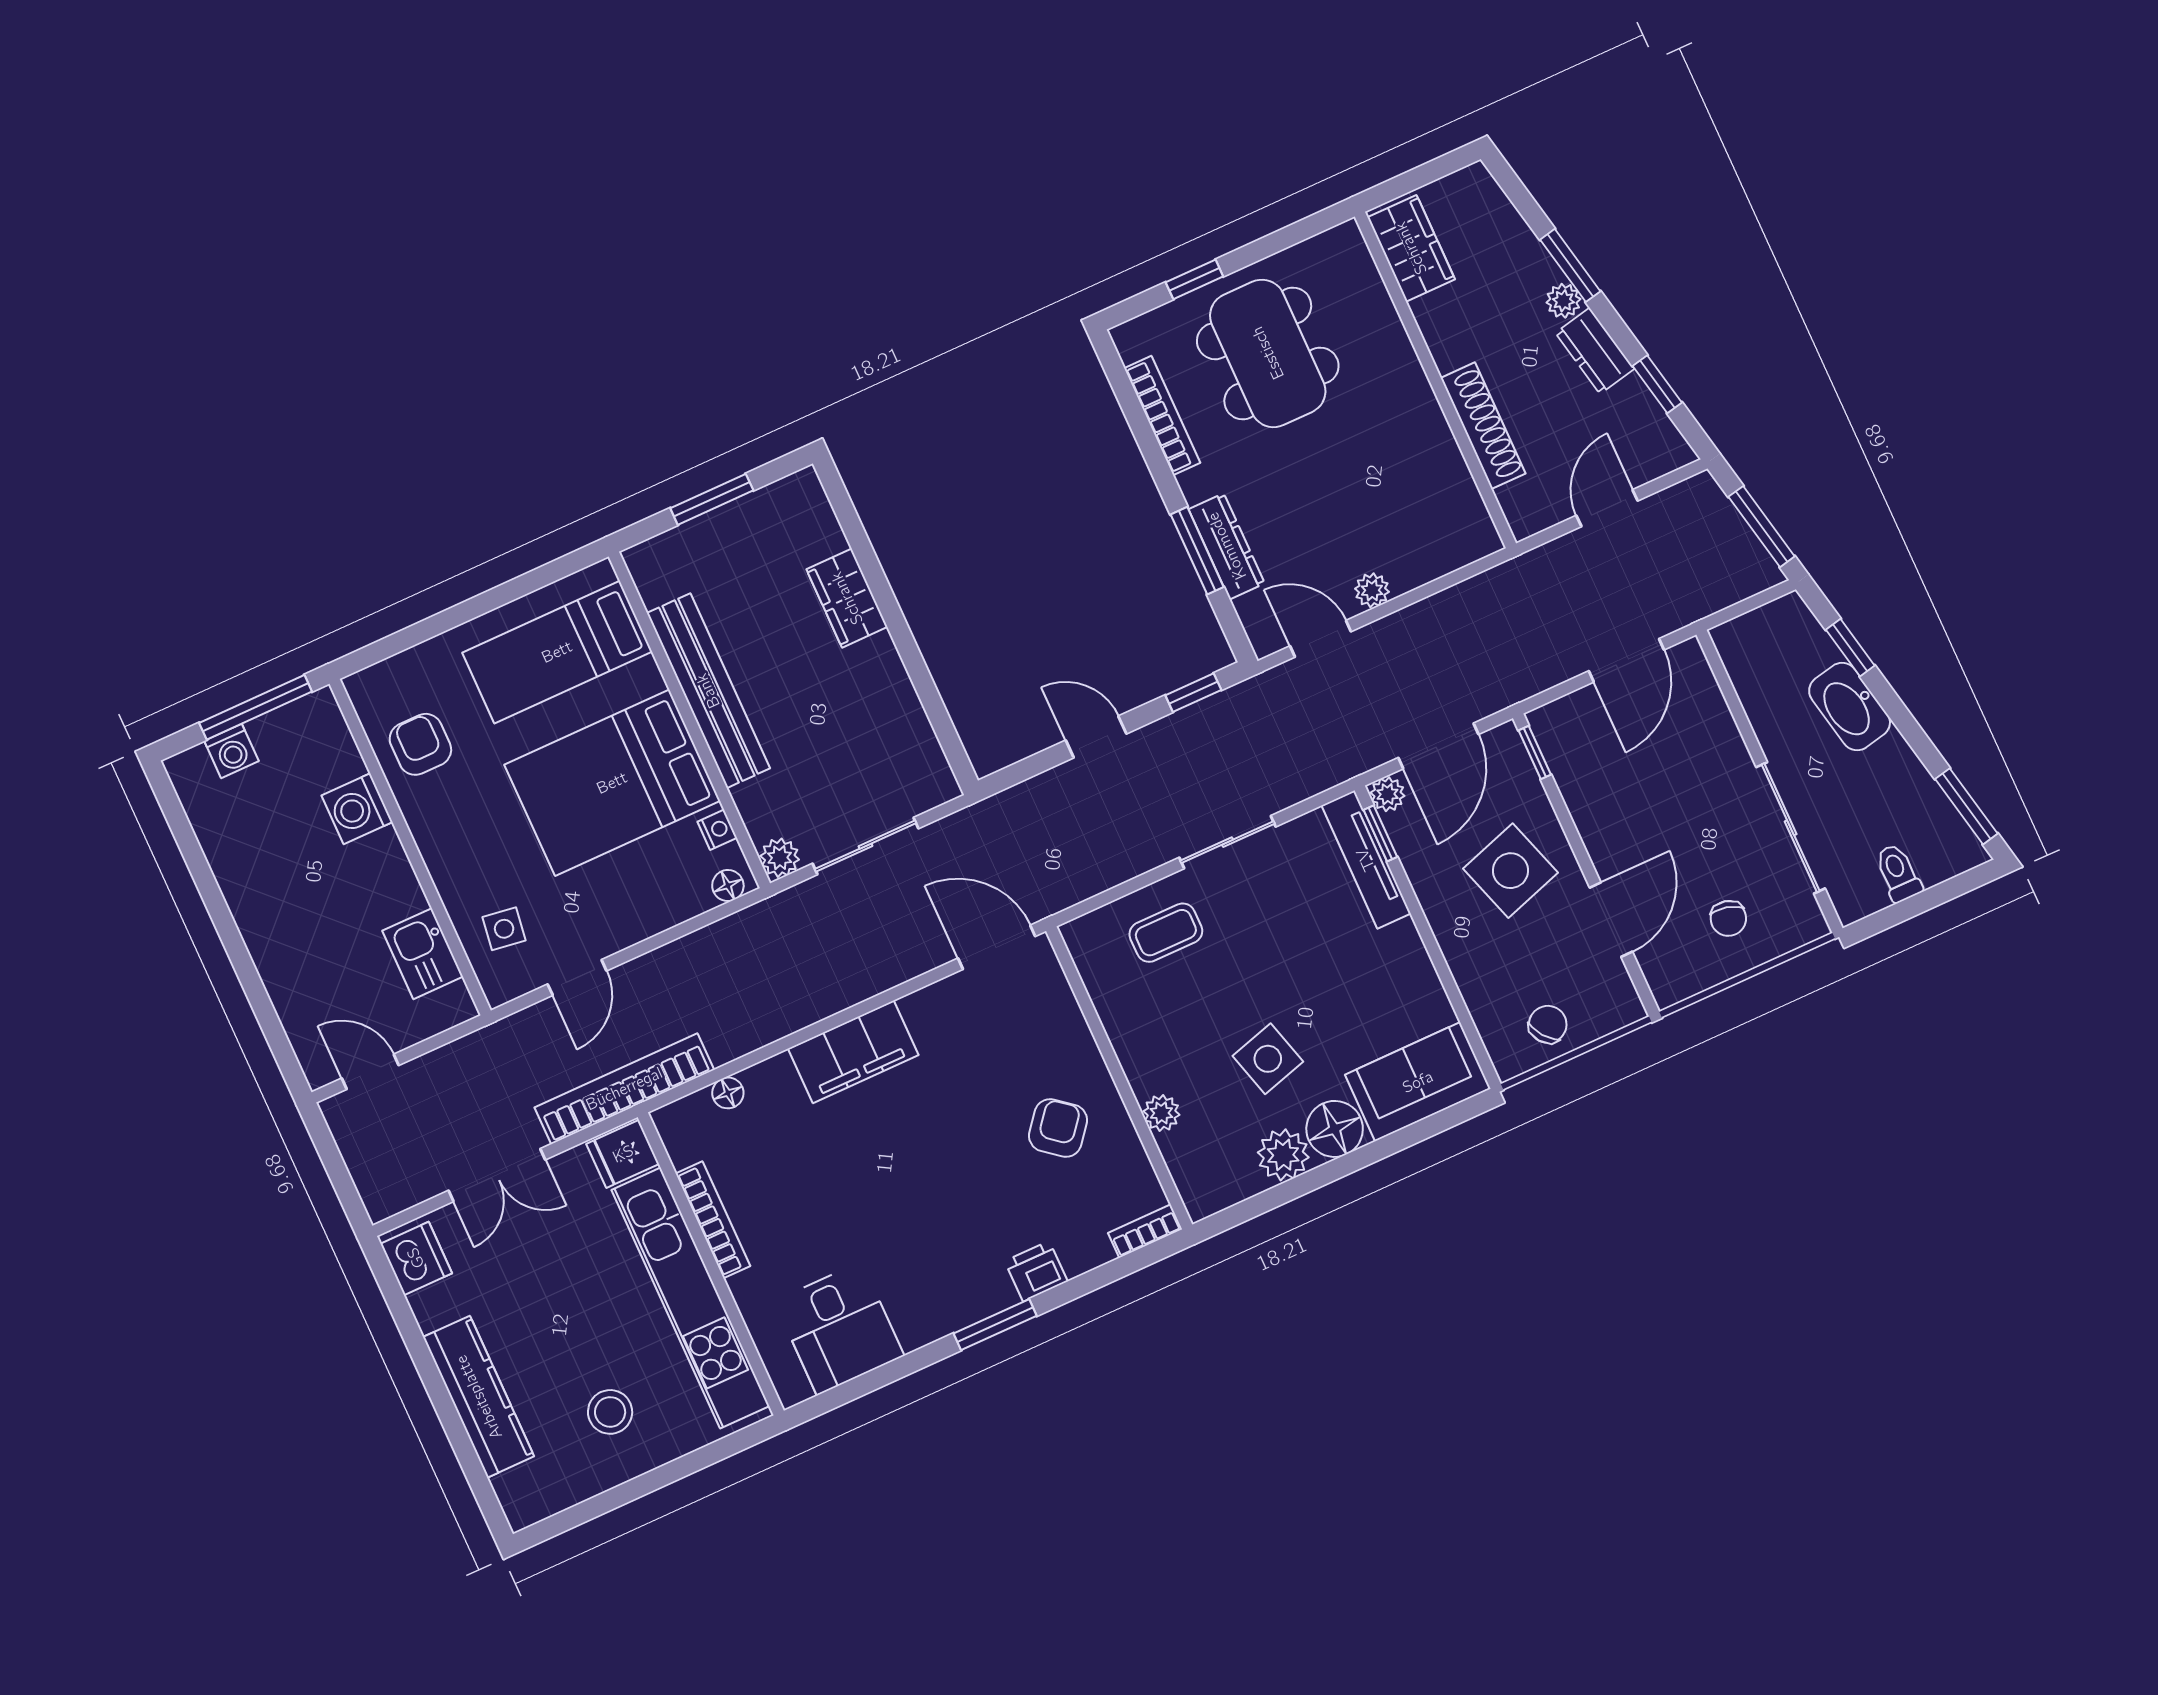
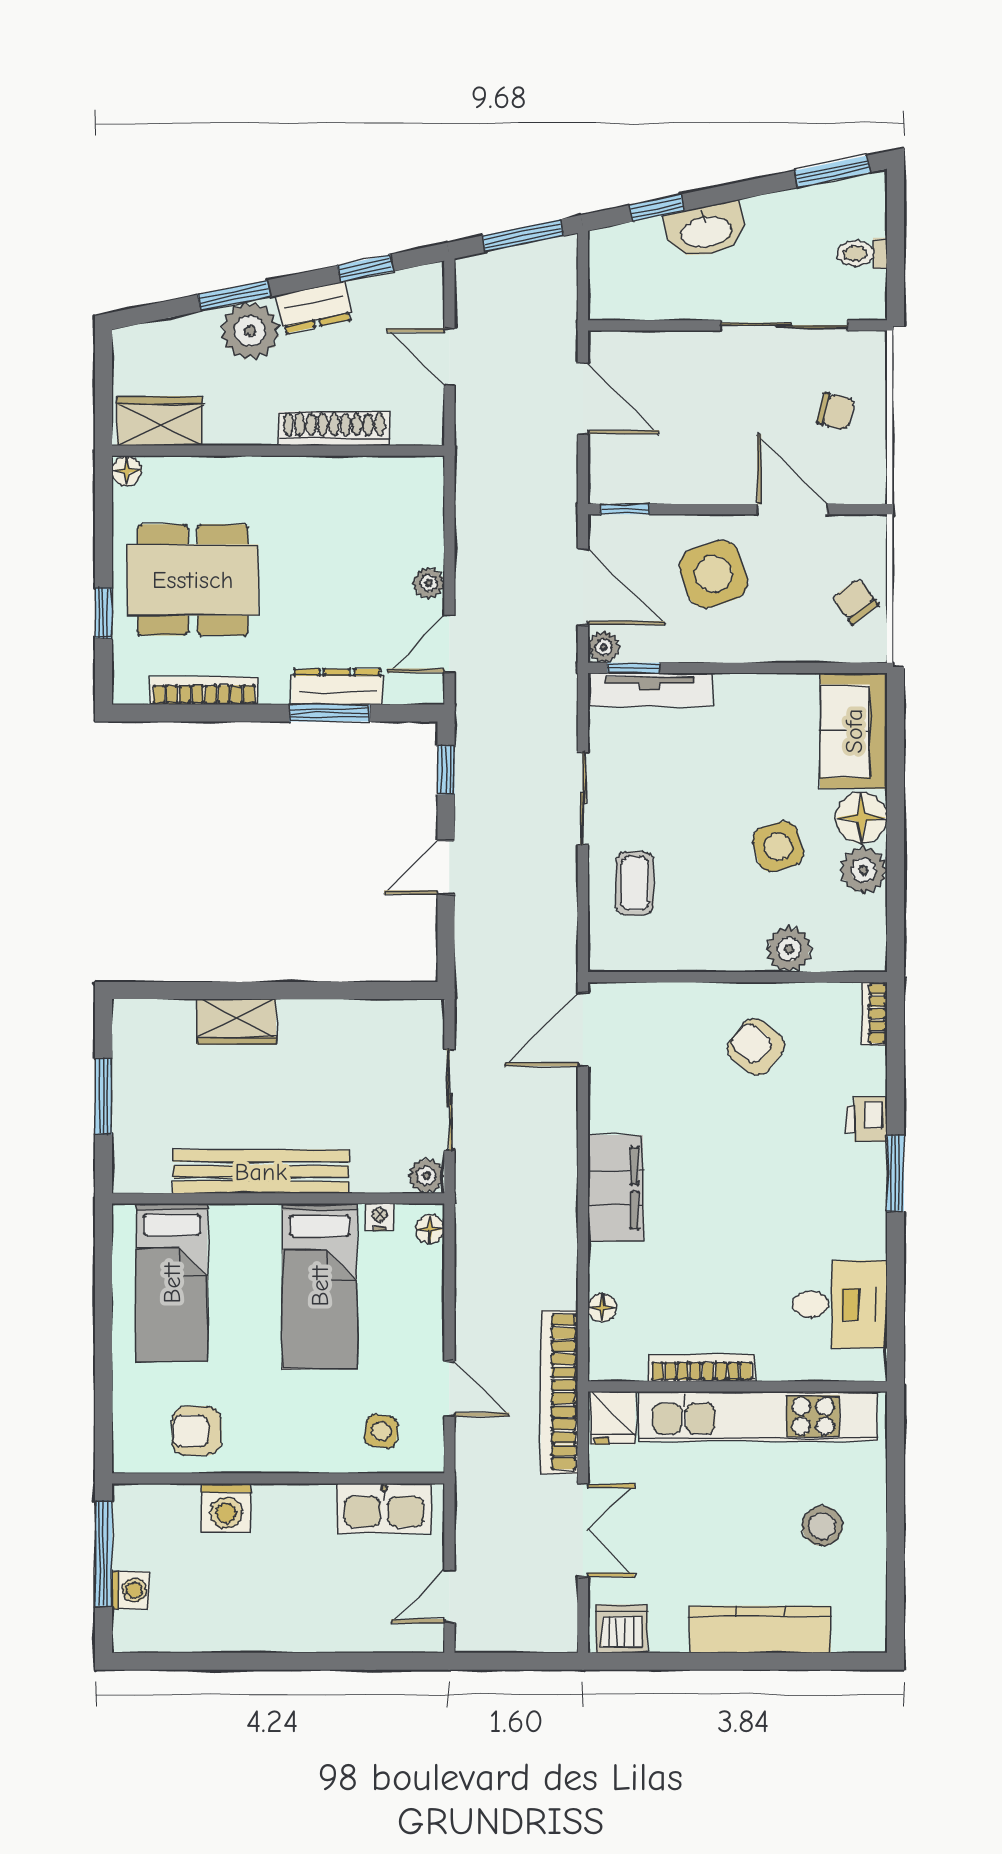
floor lamp: (1347, 238) -> (127, 471), added
plant: (1563, 301) -> (250, 331), width x1.87, depth x1.87
bed: (612, 783) -> (320, 1286), width x0.67
kitchen sink: (423, 954) -> (384, 1508), width x1.38
plant: (1161, 1113) -> (789, 949), width x1.38, depth x1.38

